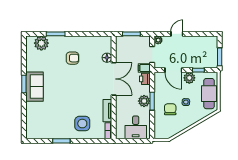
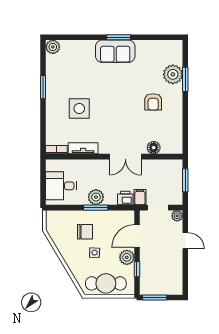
plant: (41, 43) -> (173, 74), moved
double door: (114, 79) -> (125, 157), width x0.73
side table: (82, 124) -> (79, 109), moved
plant: (31, 133) -> (53, 47), added

